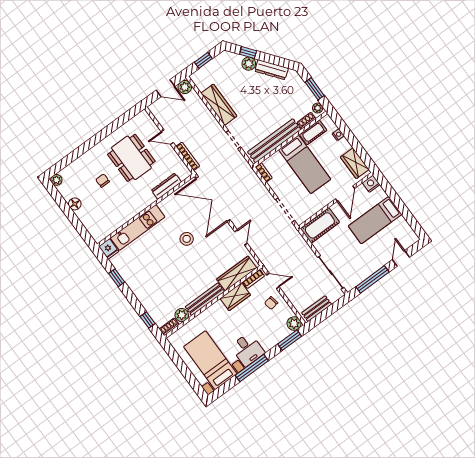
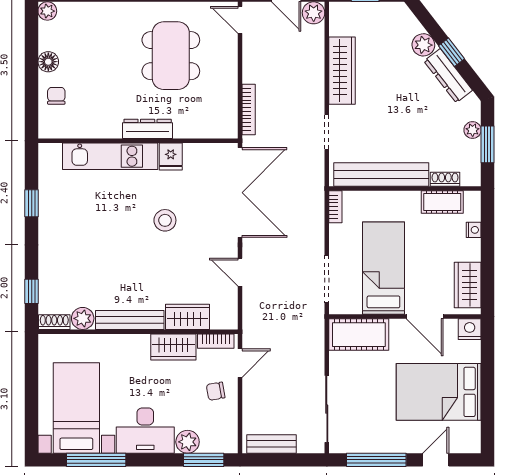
window: (248, 52) -> (451, 52), moved
plant: (318, 108) -> (473, 130), moved
door: (167, 137) -> (240, 20), moved
bed: (305, 164) -> (383, 268), moved, turned 180
chair: (103, 181) -> (56, 96), moved
dresser: (166, 186) -> (148, 129), moved
door: (345, 194) -> (425, 317), hinge flipped
double door: (213, 199) -> (240, 193), swing flipped
bed: (375, 220) -> (439, 392), width x1.50
door: (241, 237) -> (240, 272), swing flipped
fridge: (109, 249) -> (171, 156), moved
wardrobe: (237, 273) -> (187, 317), width x0.67
door: (273, 281) -> (240, 363), hinge flipped
plant: (294, 324) -> (188, 442), moved
desk: (248, 349) -> (145, 431), width x1.37
window: (252, 368) -> (96, 460), moved

